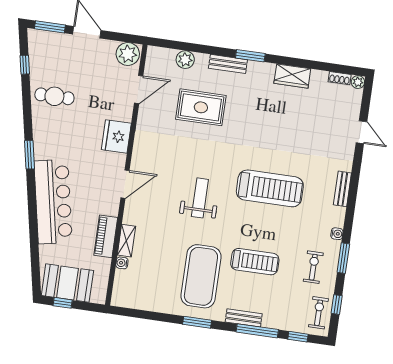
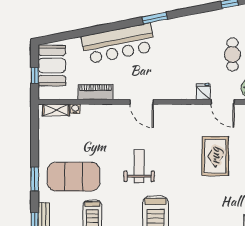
cafe table: (54, 96) -> (232, 54), moved
fridge: (116, 136) -> (203, 92), moved, width x0.53, depth x0.75
weight bench: (200, 198) -> (139, 166), turned -90
shelving: (126, 241) -> (56, 110), moved
window: (63, 303) -> (35, 75), moved

